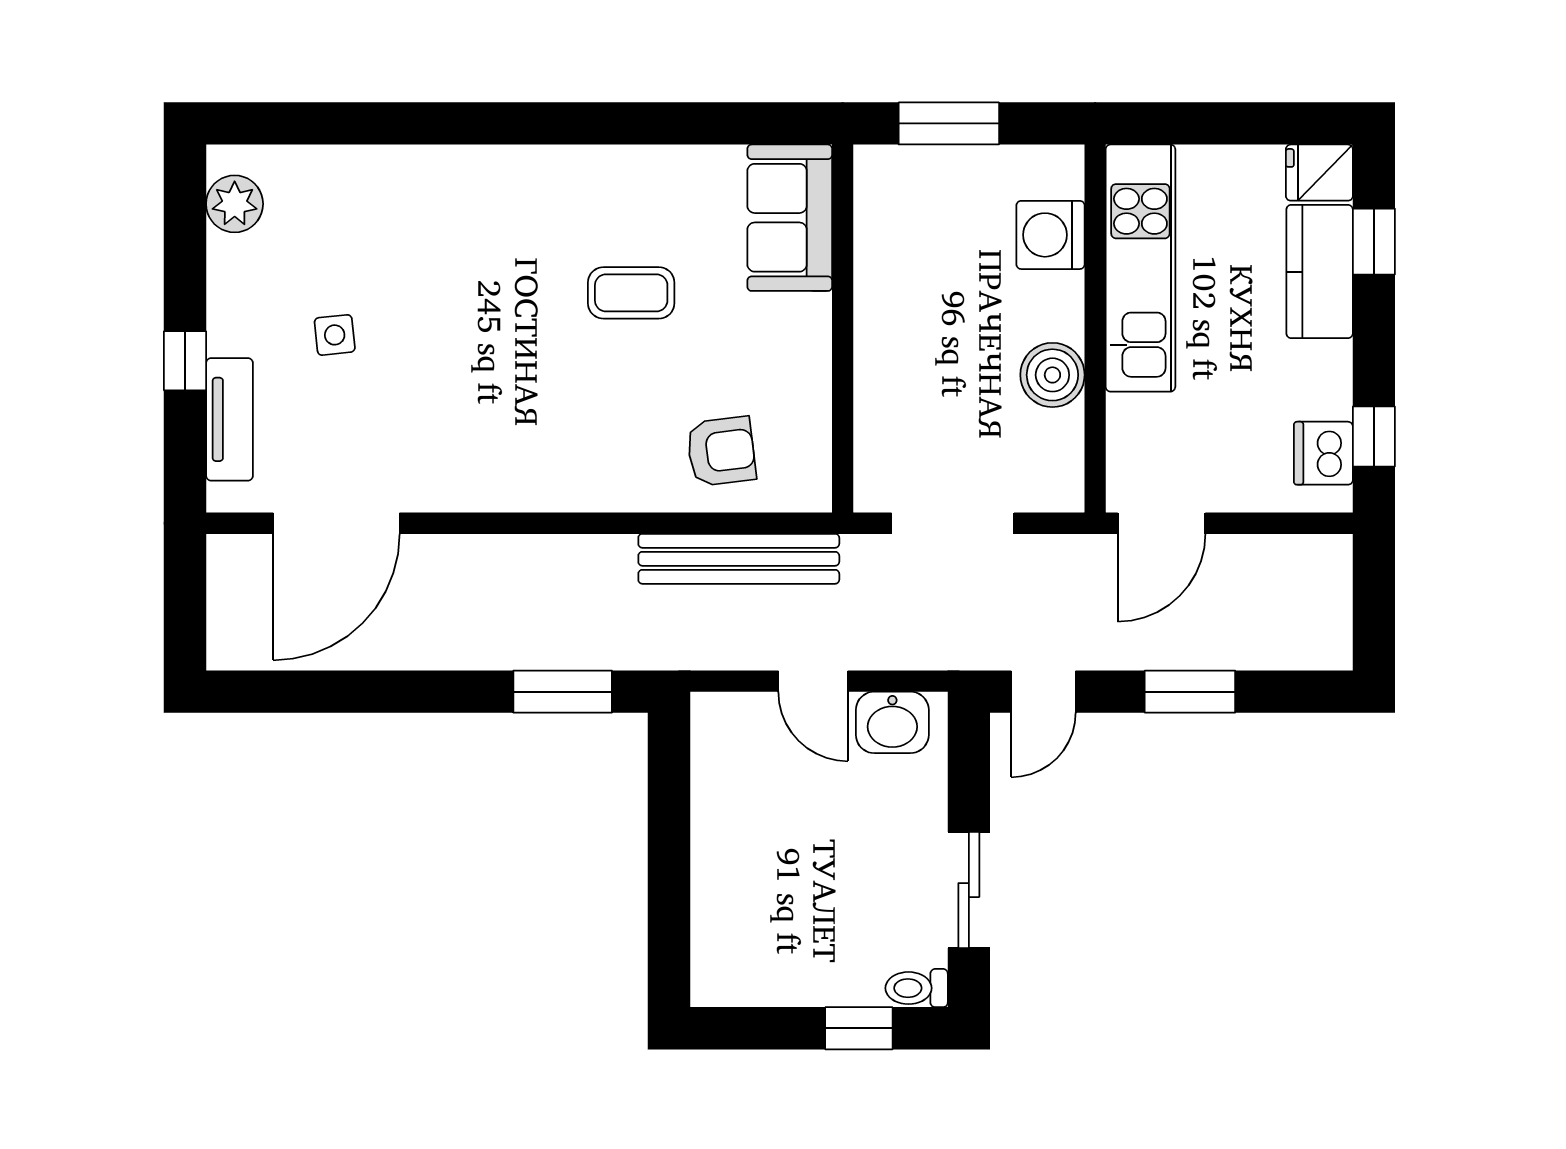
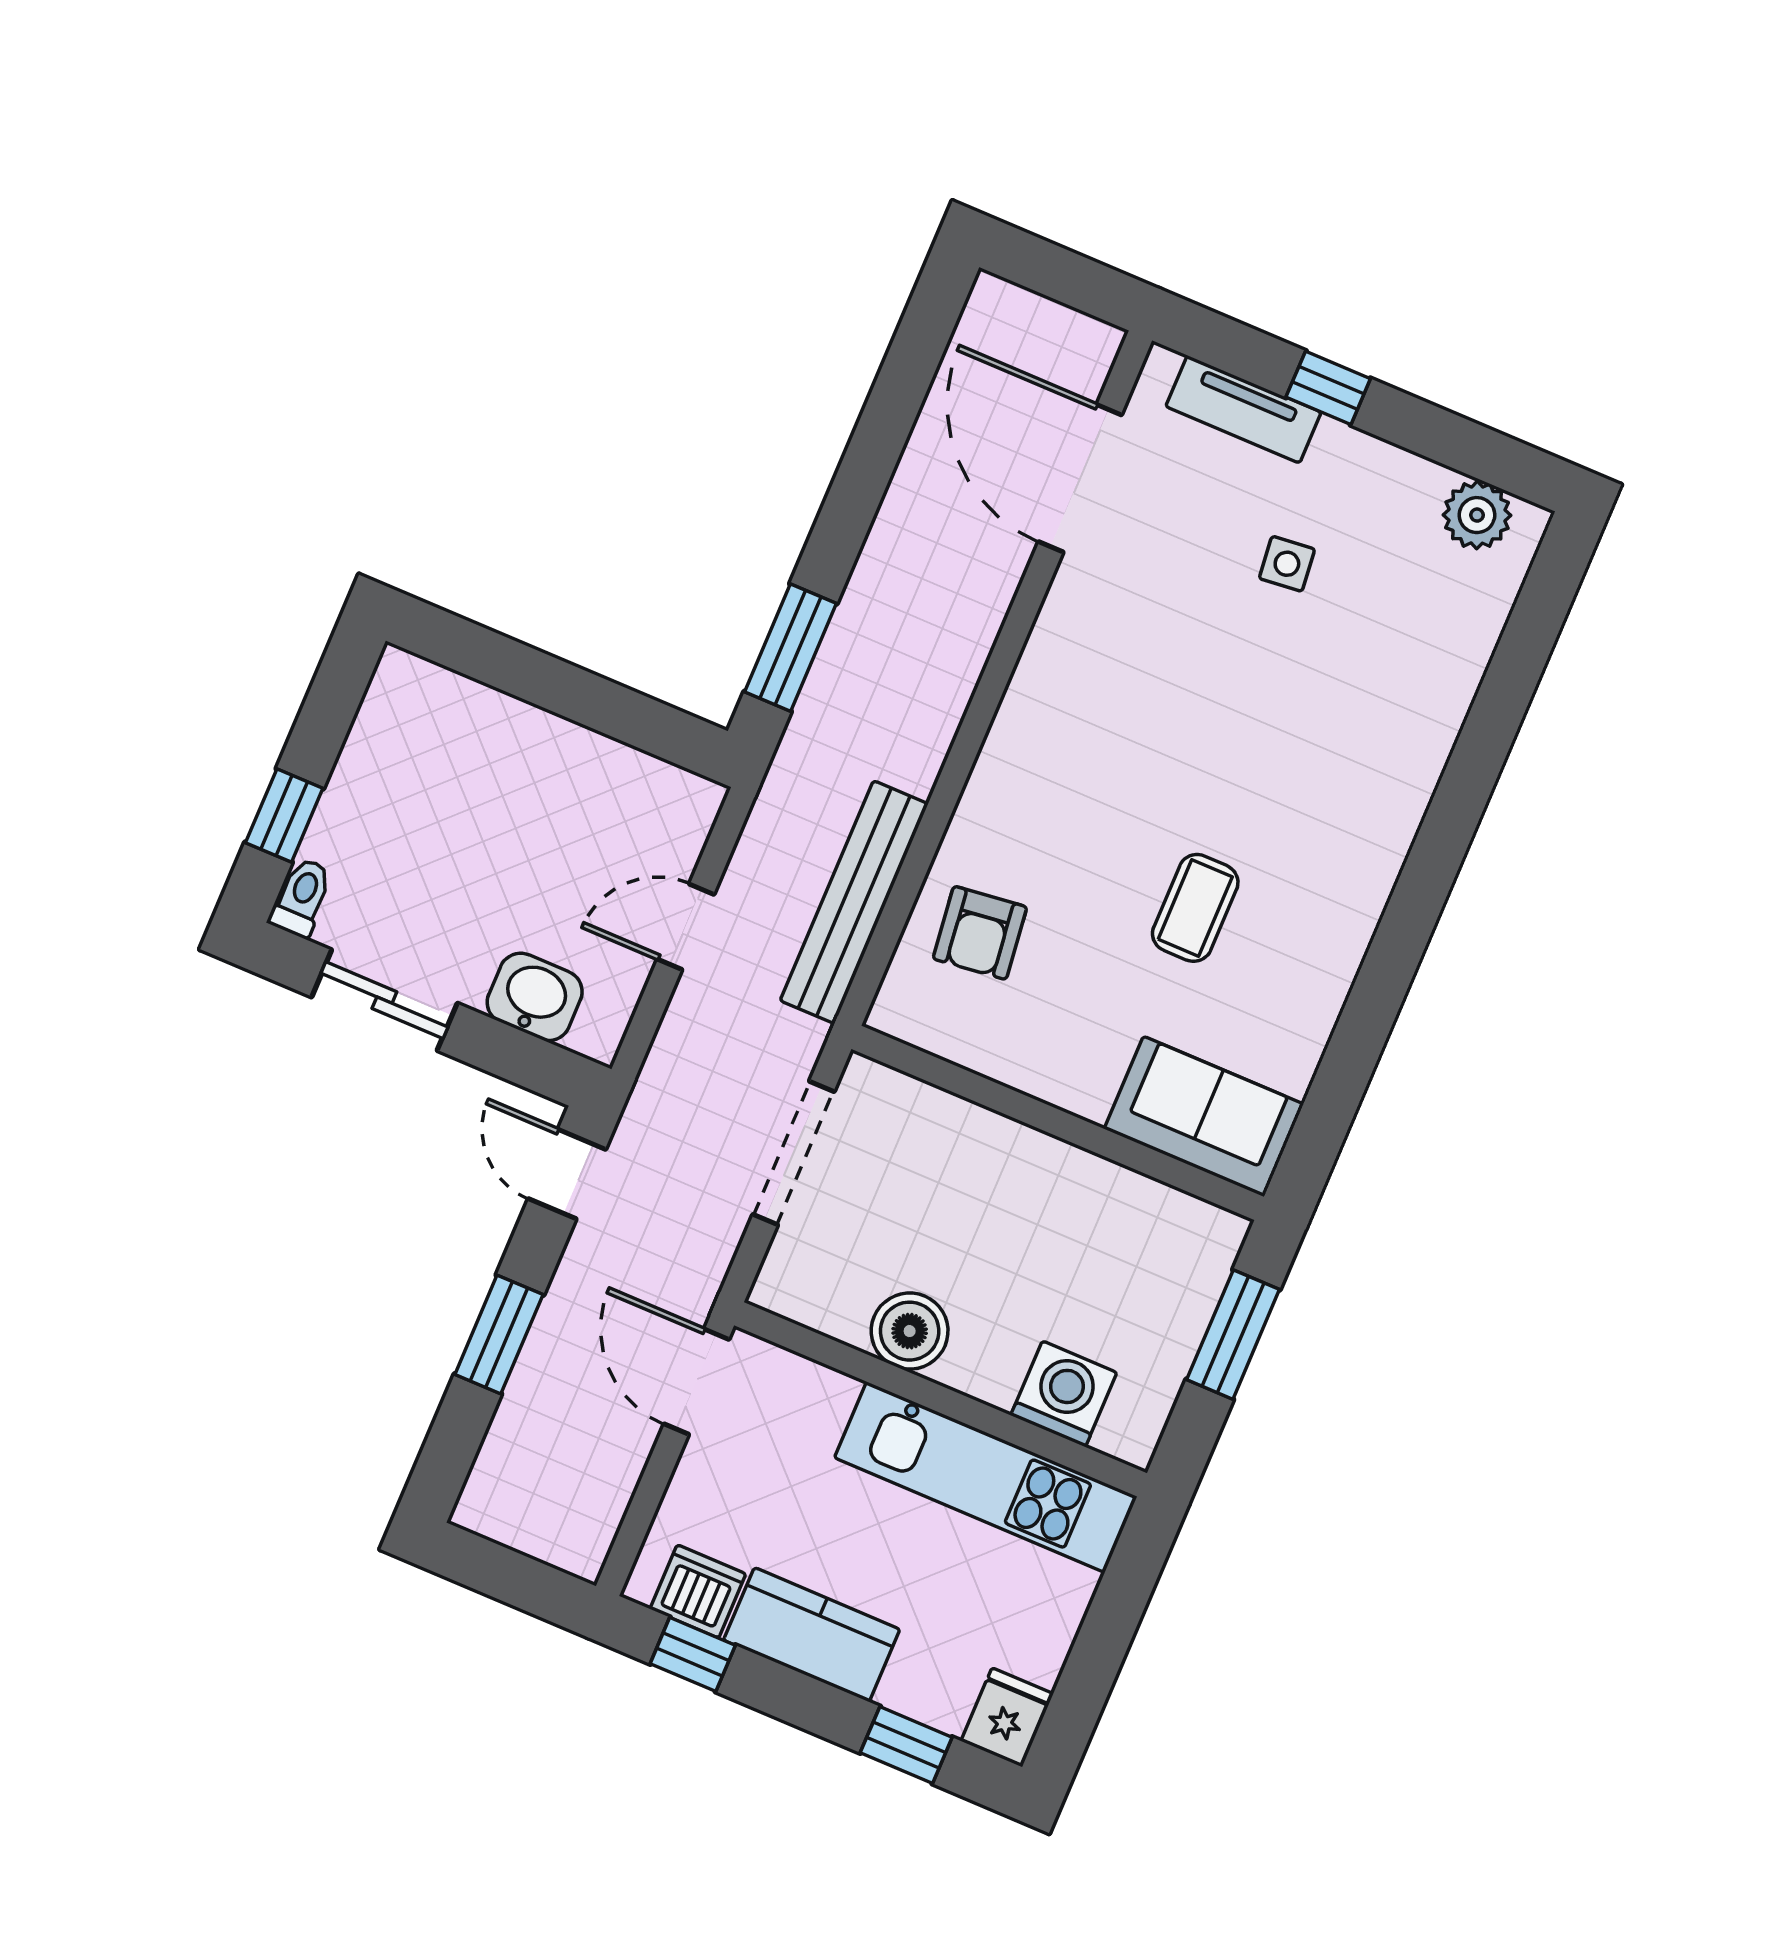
kitchen counter: (1320, 272) -> (812, 1635), moved
washbasin: (892, 722) -> (535, 997), moved, turned 90

